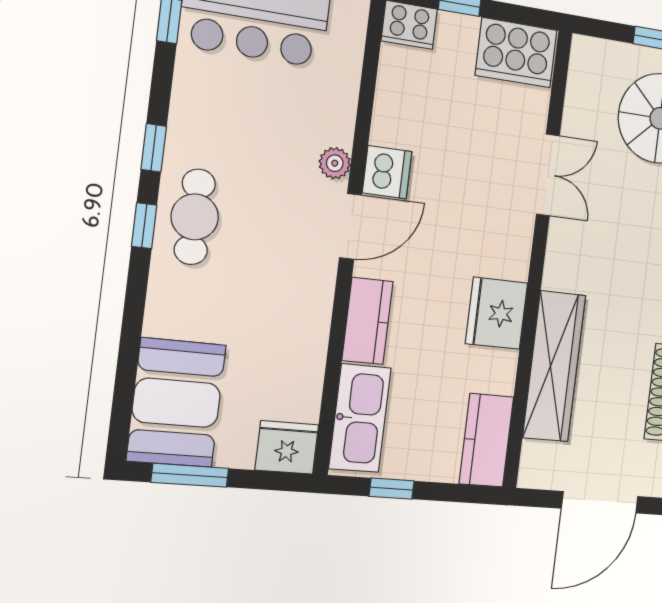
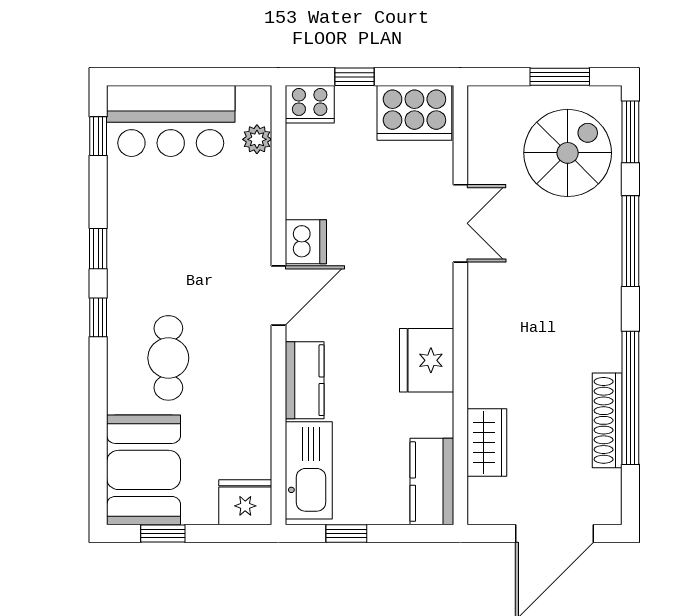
plant: (335, 163) -> (257, 139), moved
cafe table: (195, 217) -> (168, 358), moved
wardrobe: (554, 366) -> (487, 443), width x0.48, depth x0.85
window: (190, 475) -> (163, 534), width x0.67

